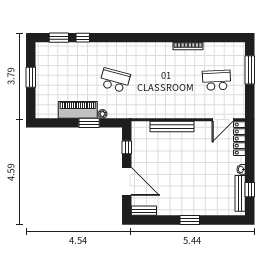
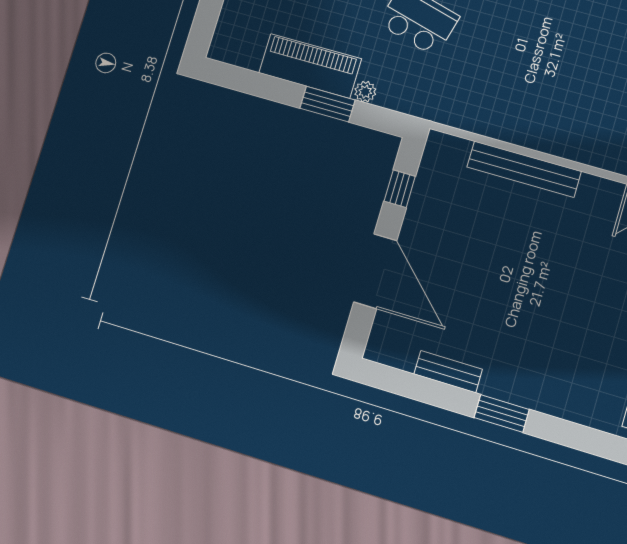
bench: (144, 211) -> (448, 372), moved

